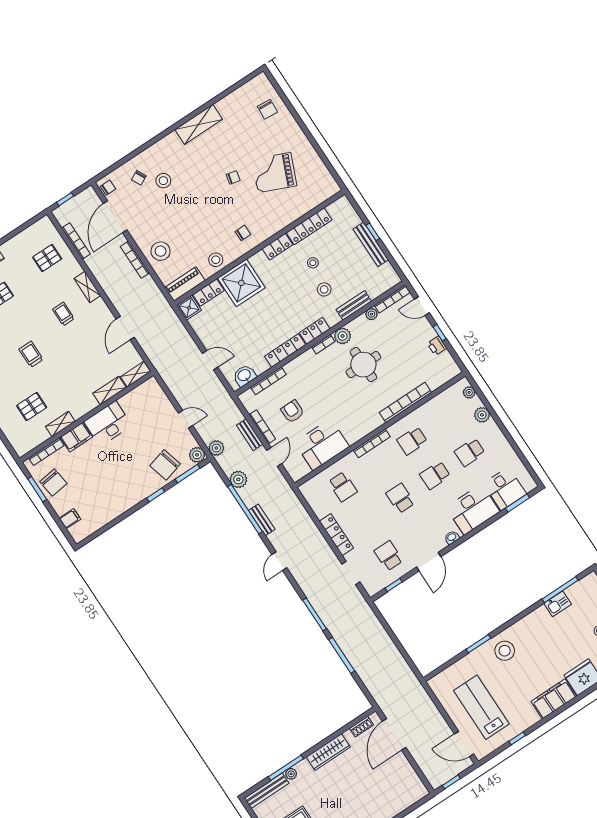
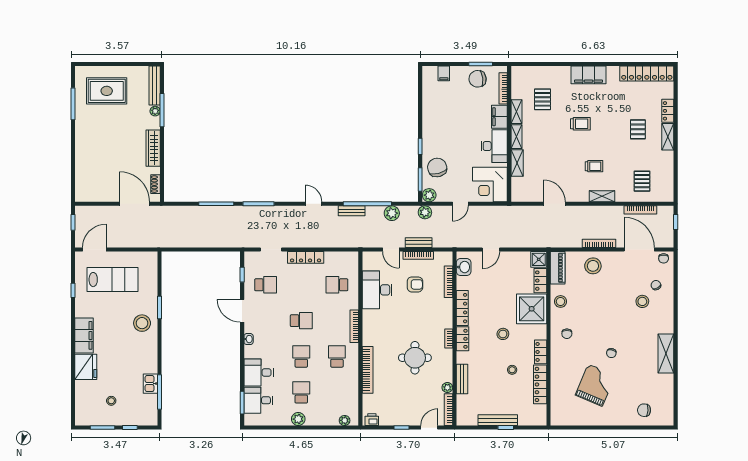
stool: (324, 289) -> (503, 334), moved
plant: (343, 336) -> (445, 356), removed
printer: (437, 346) -> (372, 420), moved
shelving: (136, 374) -> (516, 137), moved
corner desk: (148, 403) -> (490, 185), added
plant: (482, 415) -> (298, 419), moved
desk: (473, 509) -> (259, 373), width x0.73

